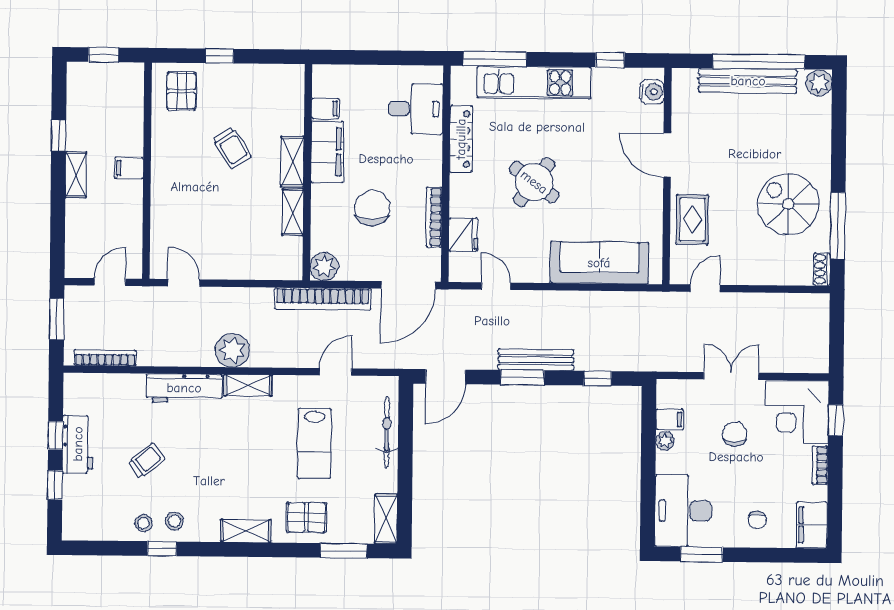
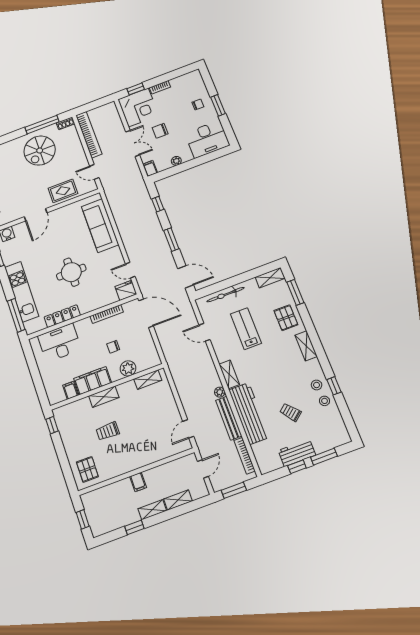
window: (220, 56) -> (52, 425), moved
pallet: (182, 91) -> (87, 469), turned 90
desk: (416, 109) -> (60, 343), width x1.37
trolley: (232, 147) -> (108, 431), turned -147
round table: (534, 182) -> (71, 272), turned -37
chair: (372, 208) -> (113, 347), width x0.54, depth x0.54
shelving: (293, 212) -> (148, 380), moved
shelving: (75, 223) -> (178, 500), added
fridge: (463, 235) -> (126, 290), moved
plant: (324, 267) -> (128, 368), moved
door: (110, 282) -> (203, 469), swing flipped
door: (496, 286) -> (130, 270), hinge flipped
bookcase: (323, 299) -> (89, 135), moved
plant: (232, 350) -> (220, 392), width x0.53, depth x0.53
bench: (536, 360) -> (229, 418), moved
double door: (731, 376) -> (133, 143), swing flipped
workbench: (184, 388) -> (249, 413), width x1.36, depth x1.32
filing cabinet: (670, 419) -> (150, 168), moved
lab bench: (314, 443) -> (246, 329), turned -90
window: (55, 485) -> (324, 457), width x1.50
filing cabinet: (812, 525) -> (190, 80), removed
window: (702, 554) -> (218, 105), moved

